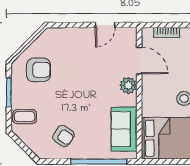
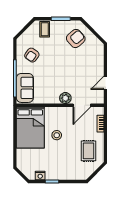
door: (105, 25) -> (105, 83), hinge flipped
armchair: (38, 70) -> (76, 38), turned -131
sofa: (124, 129) -> (25, 88), moved, turned 90

